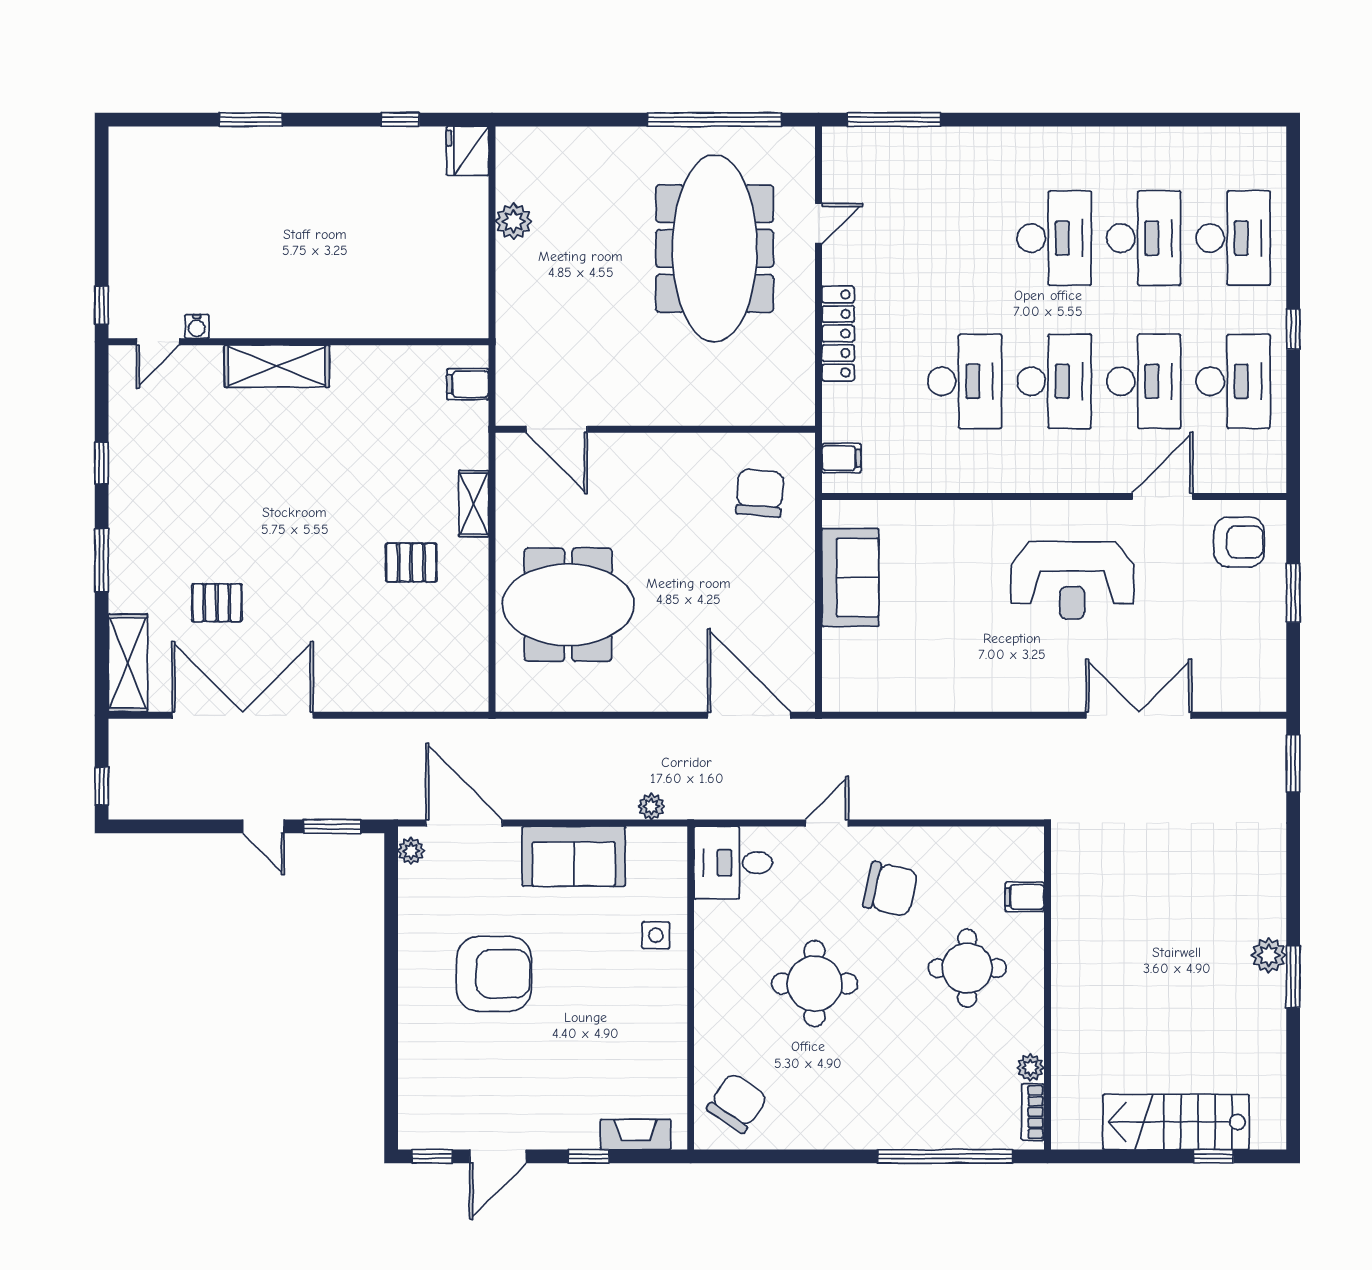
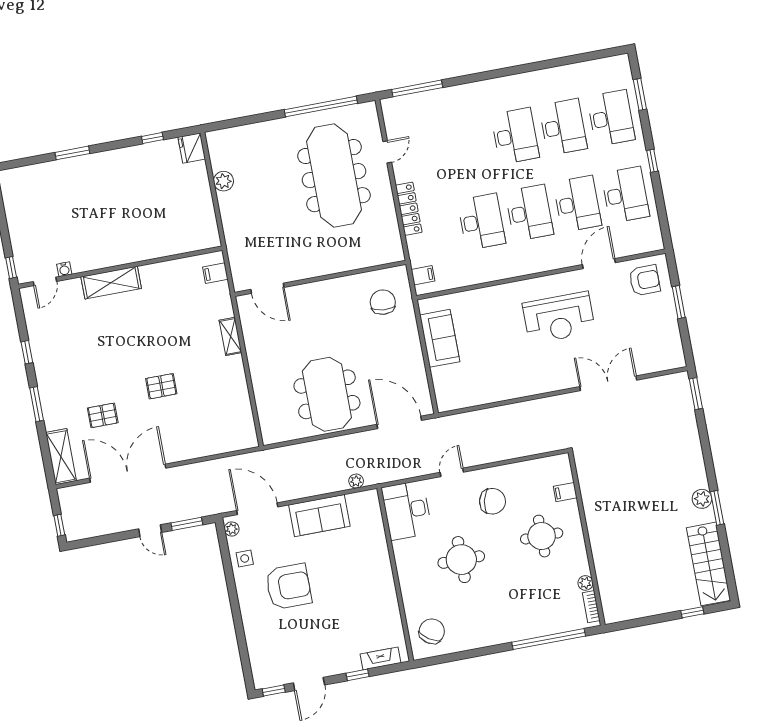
window: (1293, 205) -> (640, 94), added
pallet: (411, 562) -> (161, 386), moved
meeting table: (568, 605) -> (327, 394), moved, turned 90
desk: (733, 863) -> (407, 510), width x1.37
side table: (656, 935) -> (245, 558), moved
stairs: (1176, 1122) -> (709, 564), moved, turned -90

